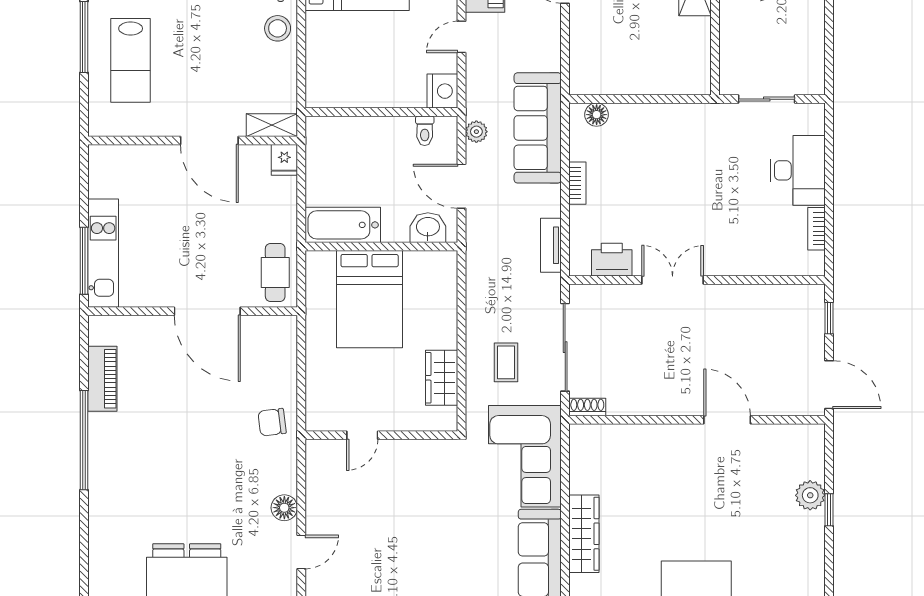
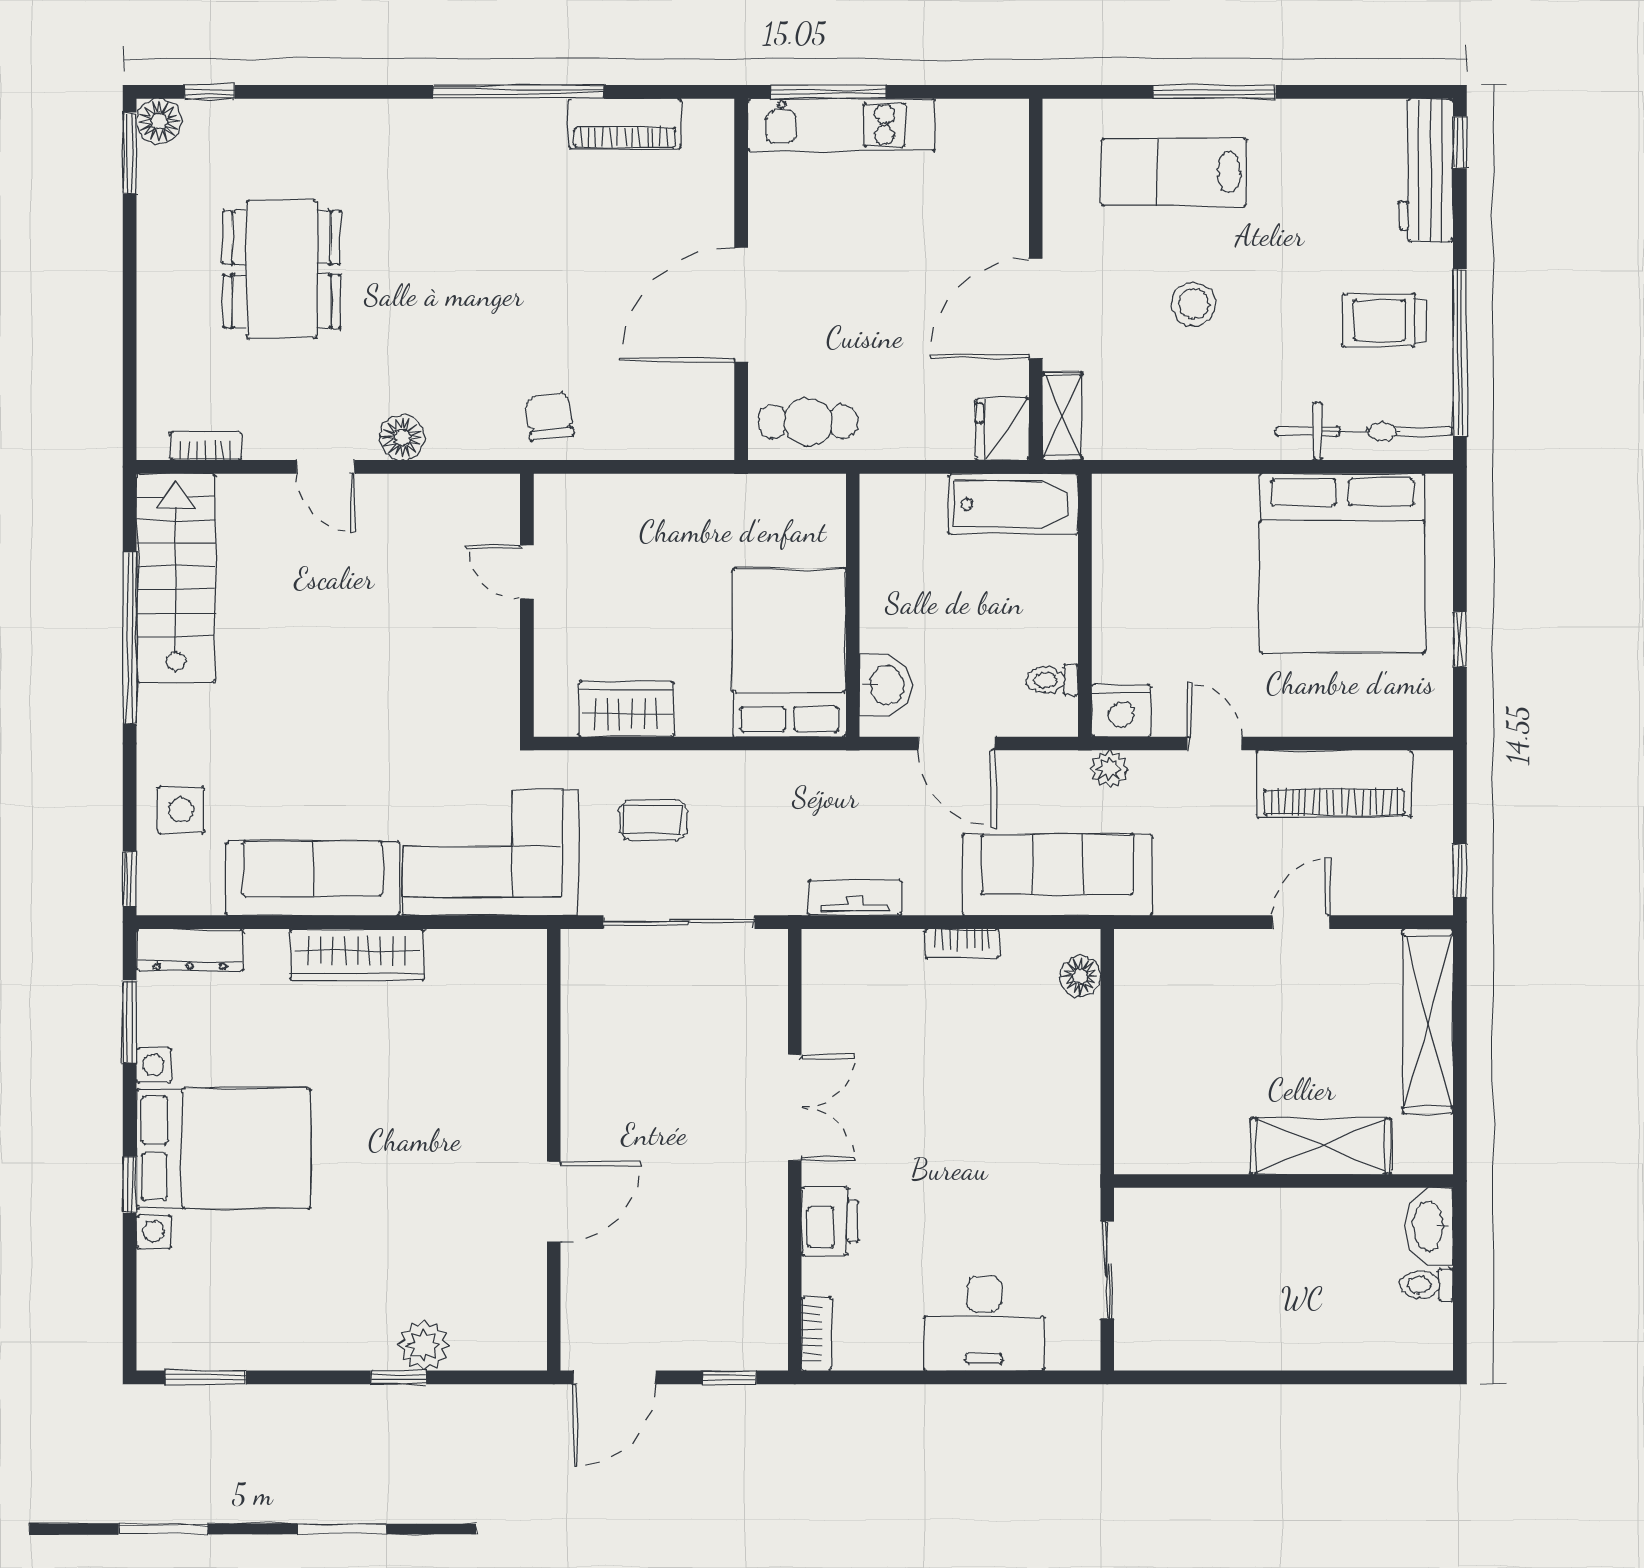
stool: (278, 28) -> (1194, 304), moved
plant: (476, 132) -> (1109, 769), moved
fridge: (284, 160) -> (1002, 429), width x1.38
door: (462, 186) -> (957, 744), swing flipped
bathtub: (343, 225) -> (1013, 504), moved, turned 90
bookcase: (816, 229) -> (816, 1334), moved, turned 90
printer: (612, 260) -> (830, 1221), moved
bed: (370, 299) -> (789, 653), moved, turned 90
shoe rack: (587, 407) -> (576, 960), removed

